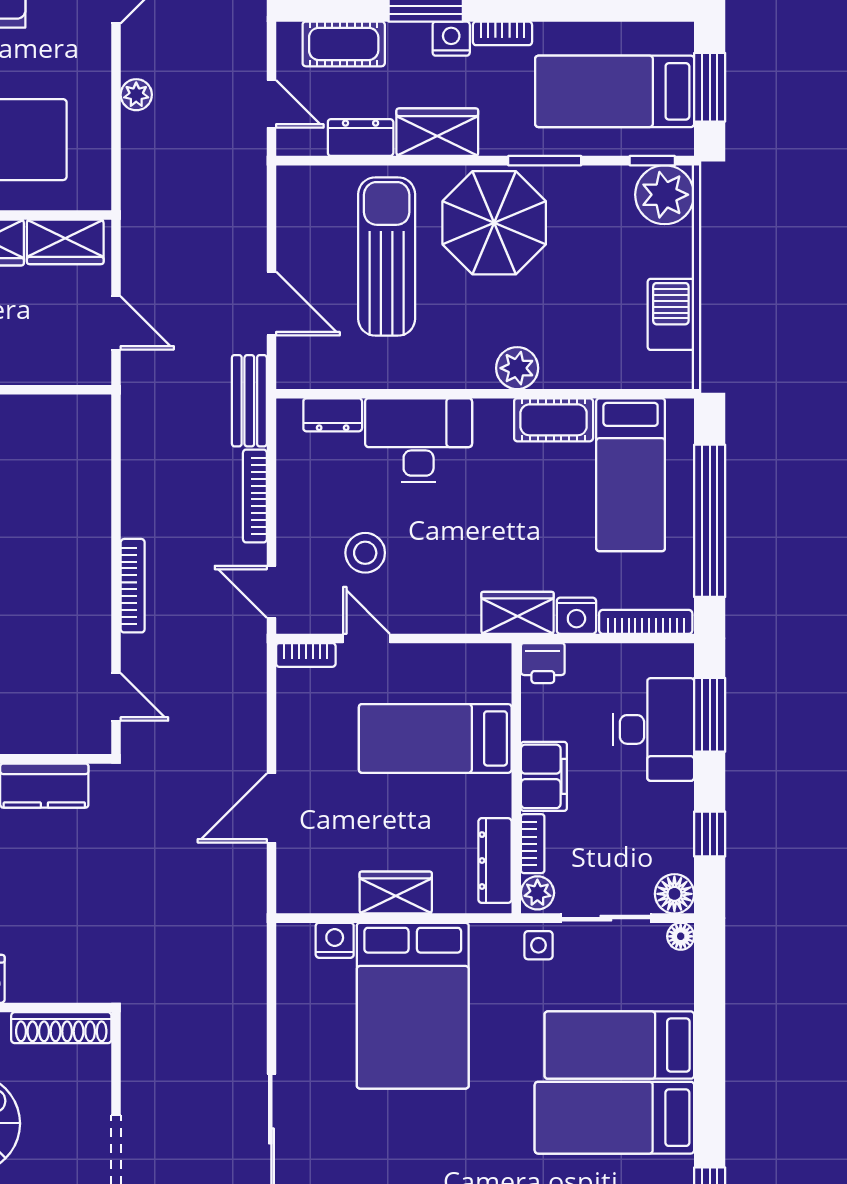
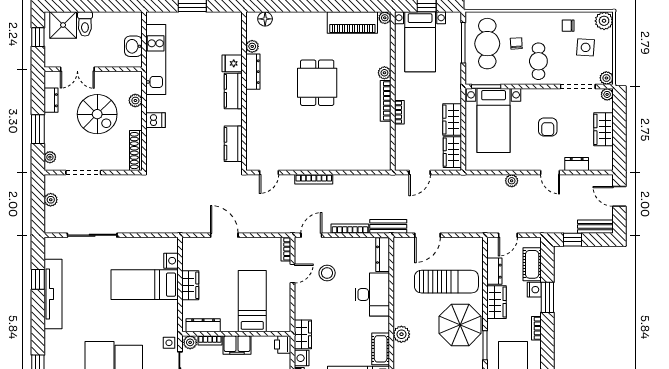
nightstand: (451, 39) -> (534, 290), moved
dresser: (333, 415) -> (383, 255), width x1.44
bed: (413, 1006) -> (145, 285), width x0.67

